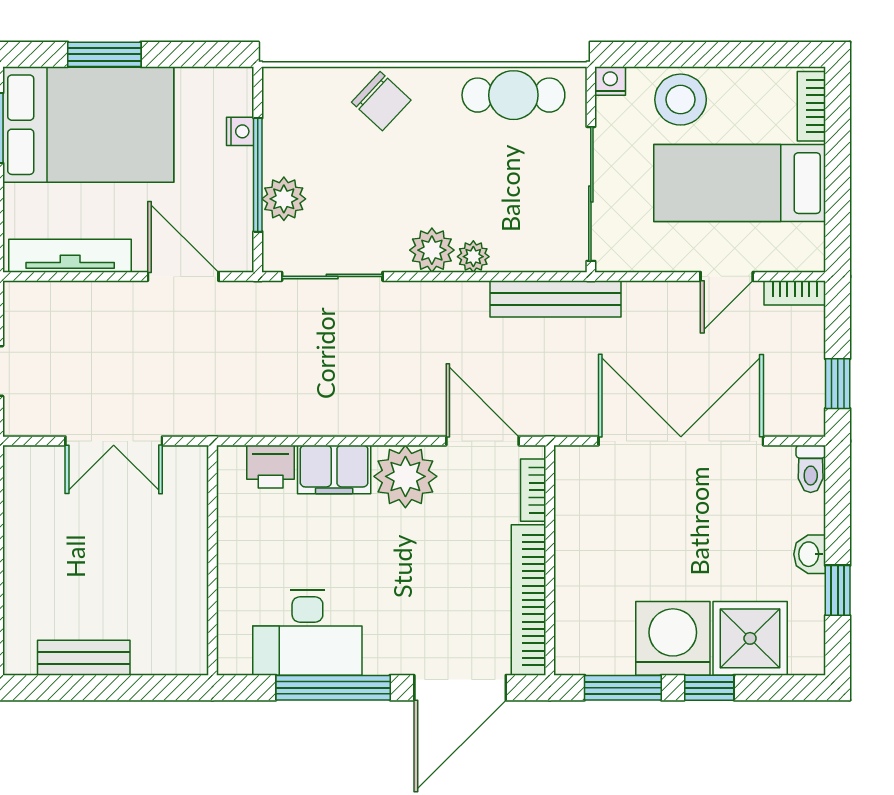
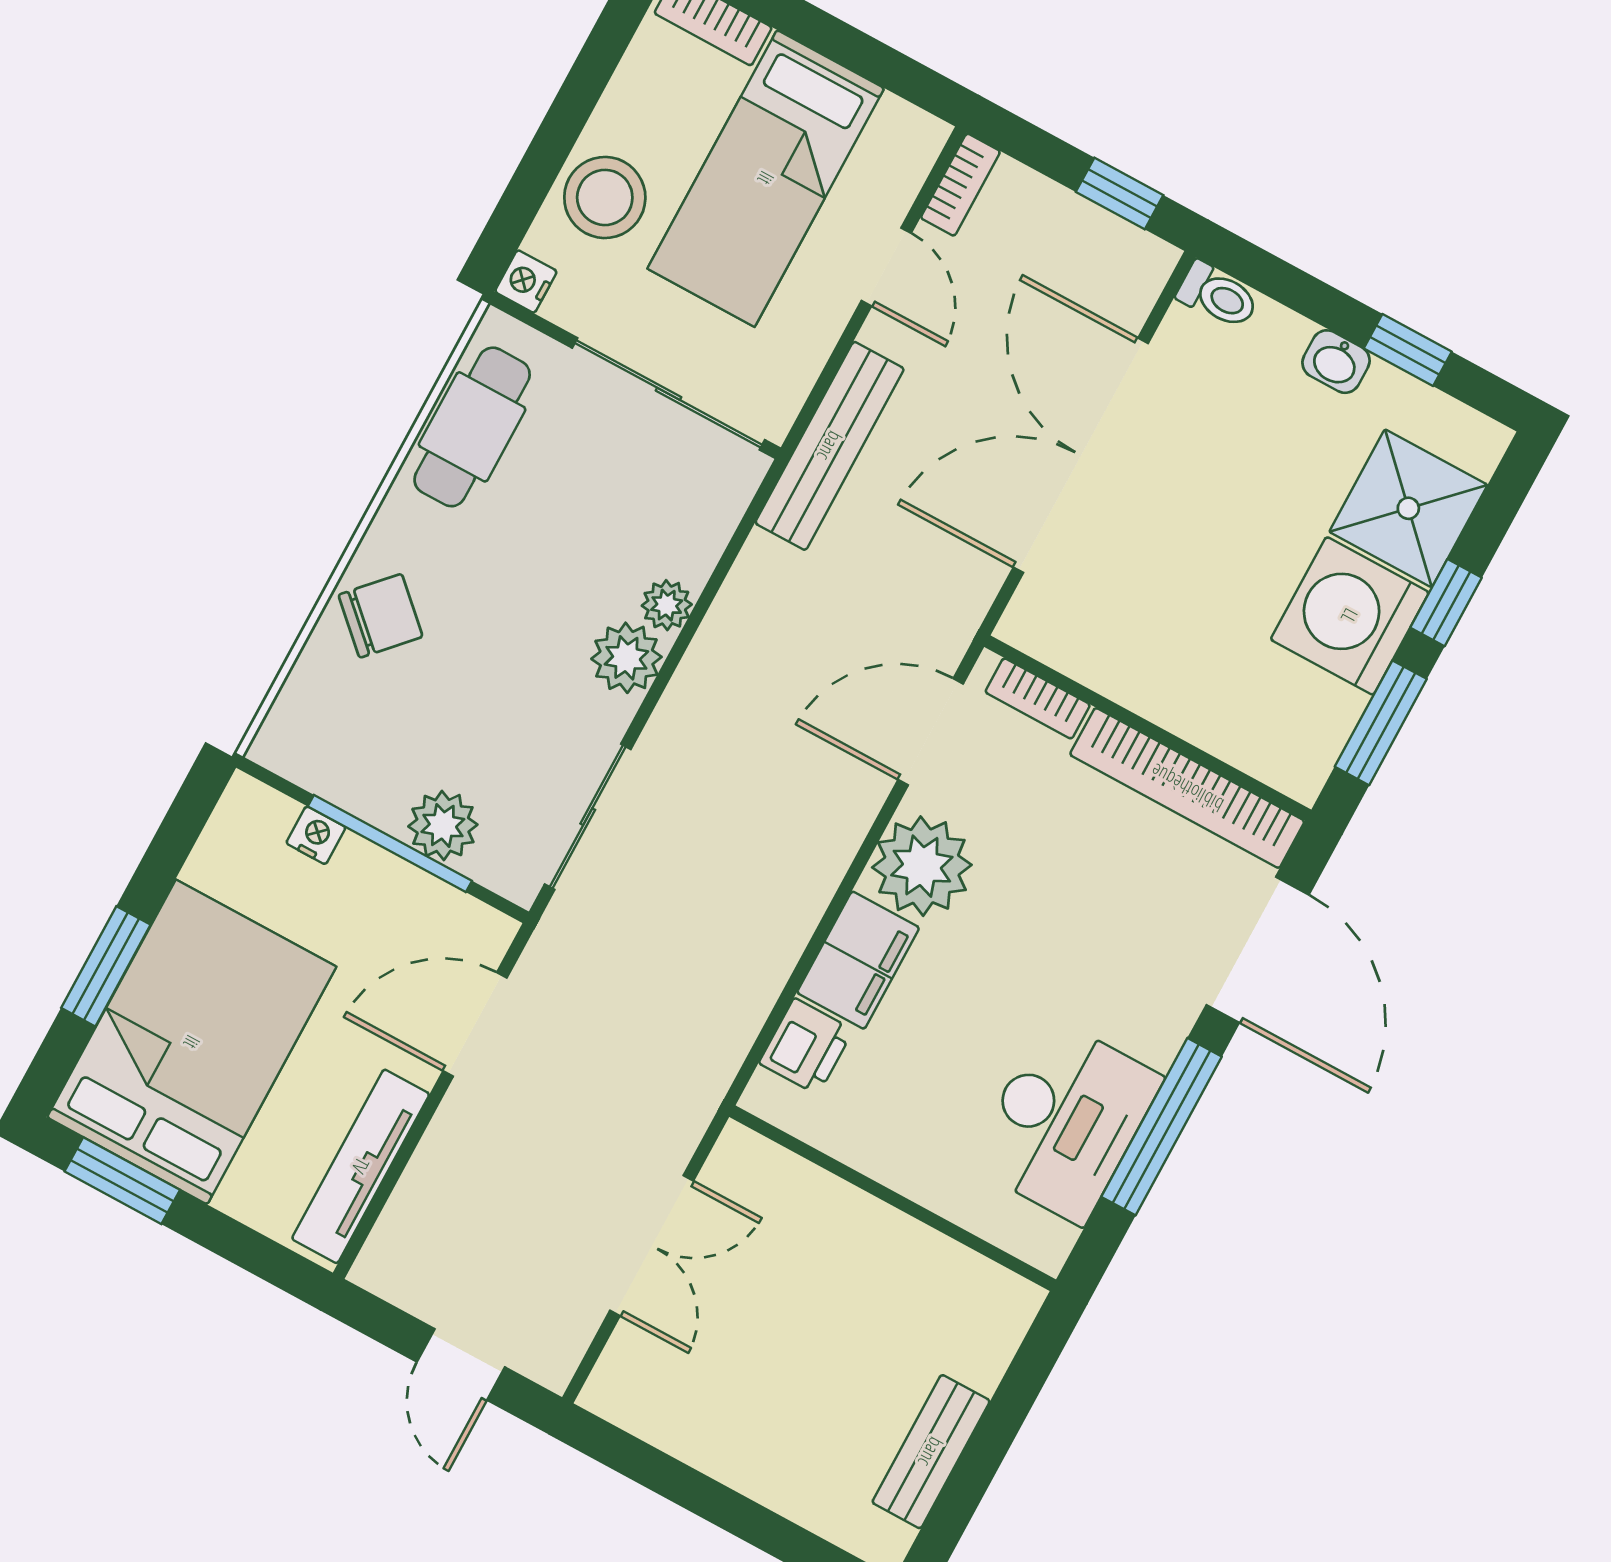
bench: (555, 299) -> (830, 446), moved

